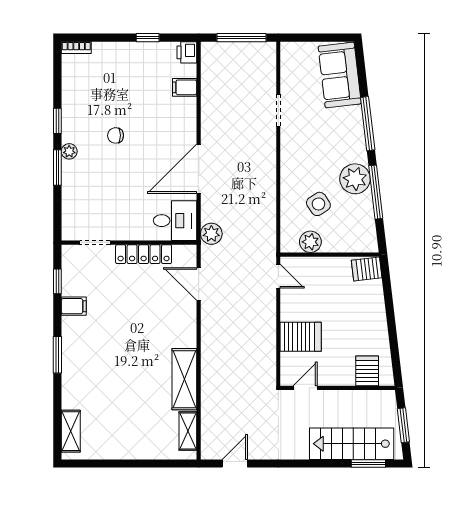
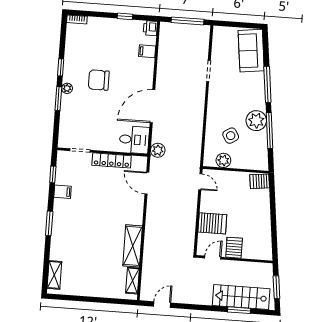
chair: (116, 135) -> (99, 80), width x1.87, depth x1.87
server rack: (367, 371) -> (234, 248), moved
window: (368, 463) -> (239, 310), moved

